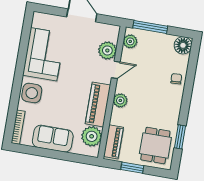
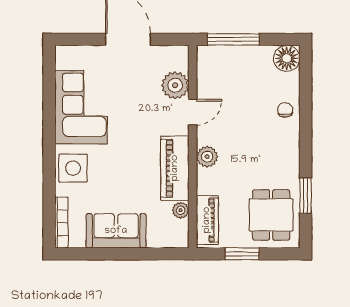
plant: (130, 41) -> (207, 66), removed
plant: (92, 136) -> (181, 210), width x0.53, depth x0.53

